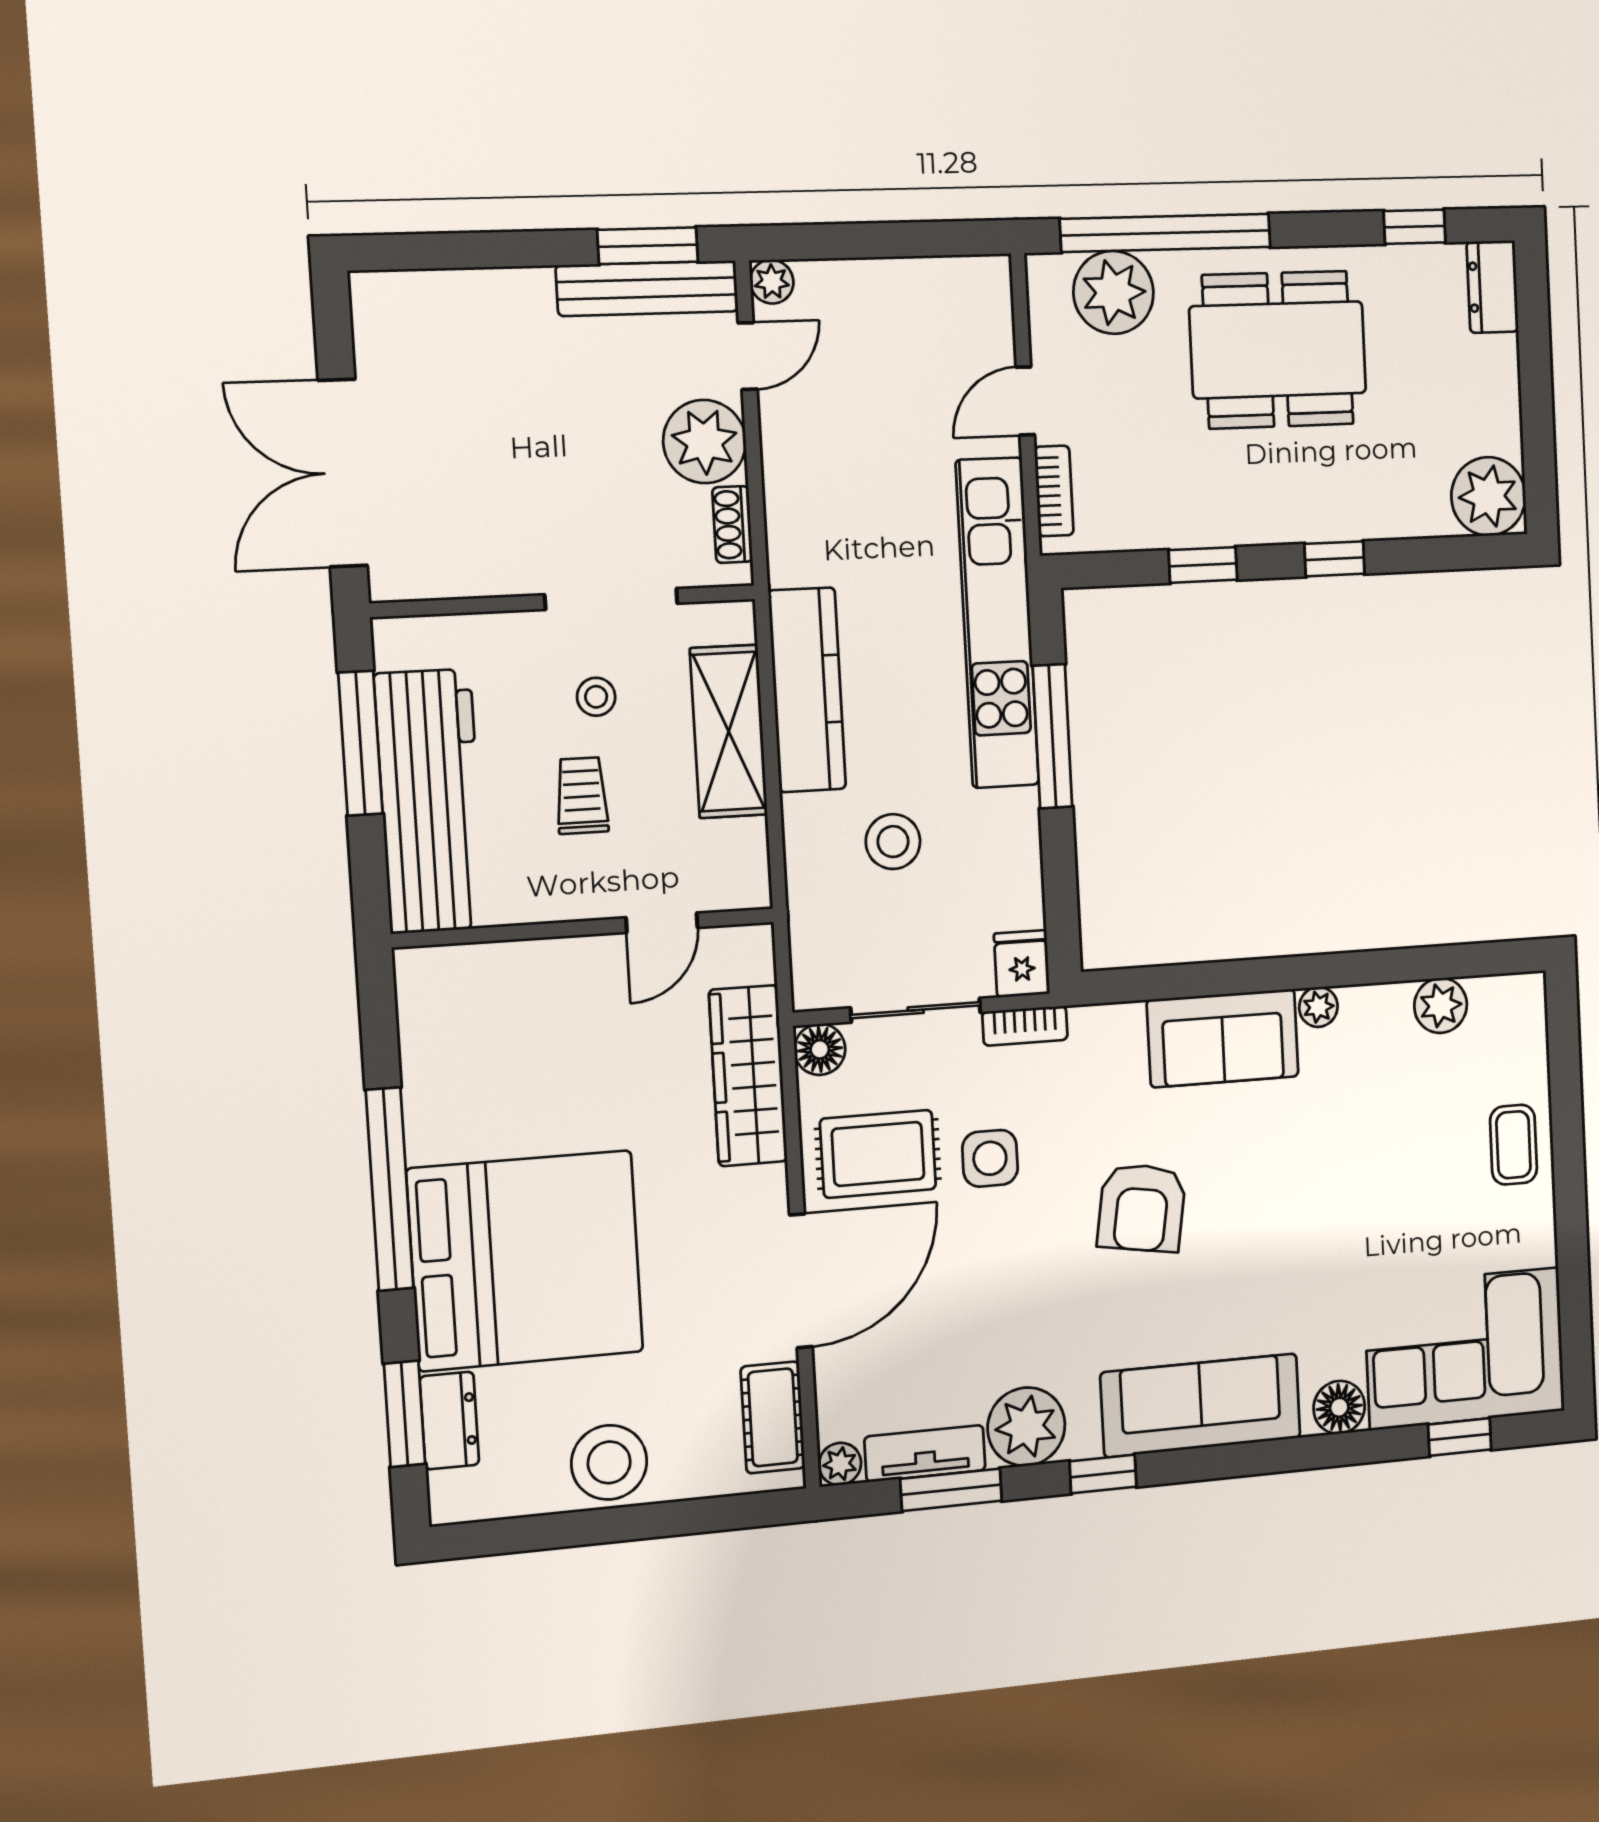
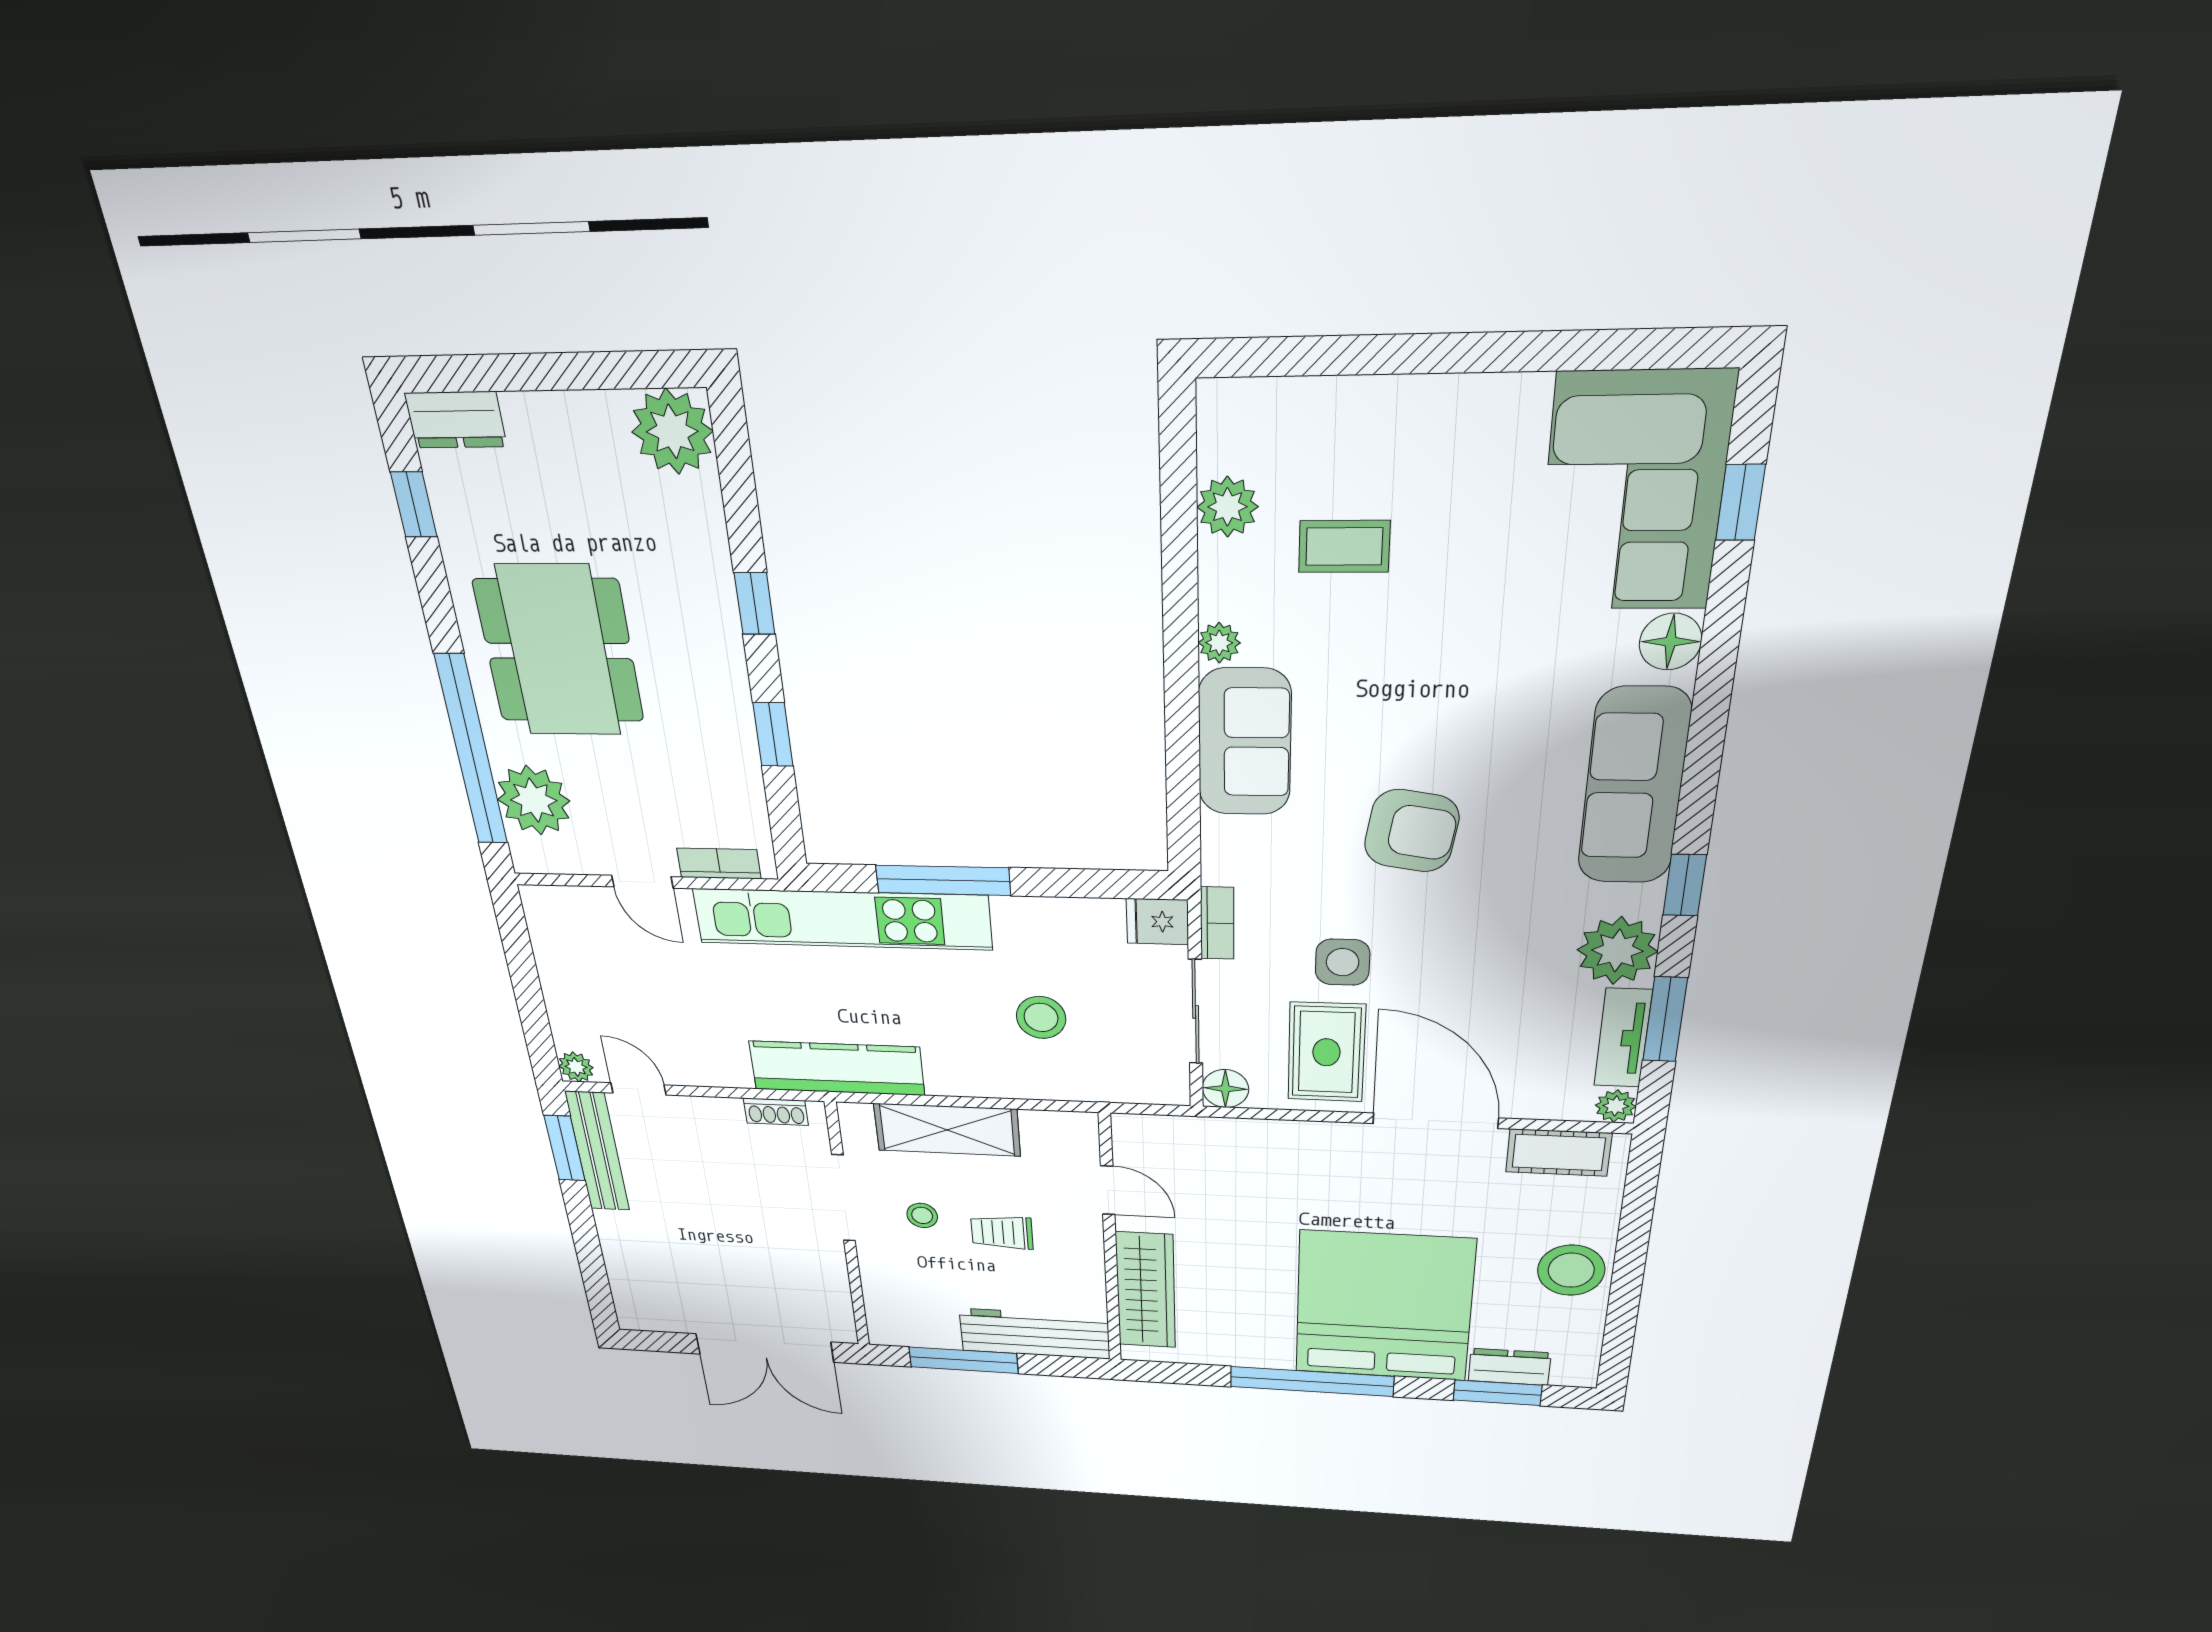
plant: (705, 442) -> (711, 1125), removed
kitchen counter: (807, 690) -> (837, 1068), moved
workbench: (430, 801) -> (1035, 1334), width x0.73, depth x0.76
wardrobe: (748, 1076) -> (1146, 1290), moved, turned -90
coffee table: (1513, 1145) -> (1344, 546), moved

